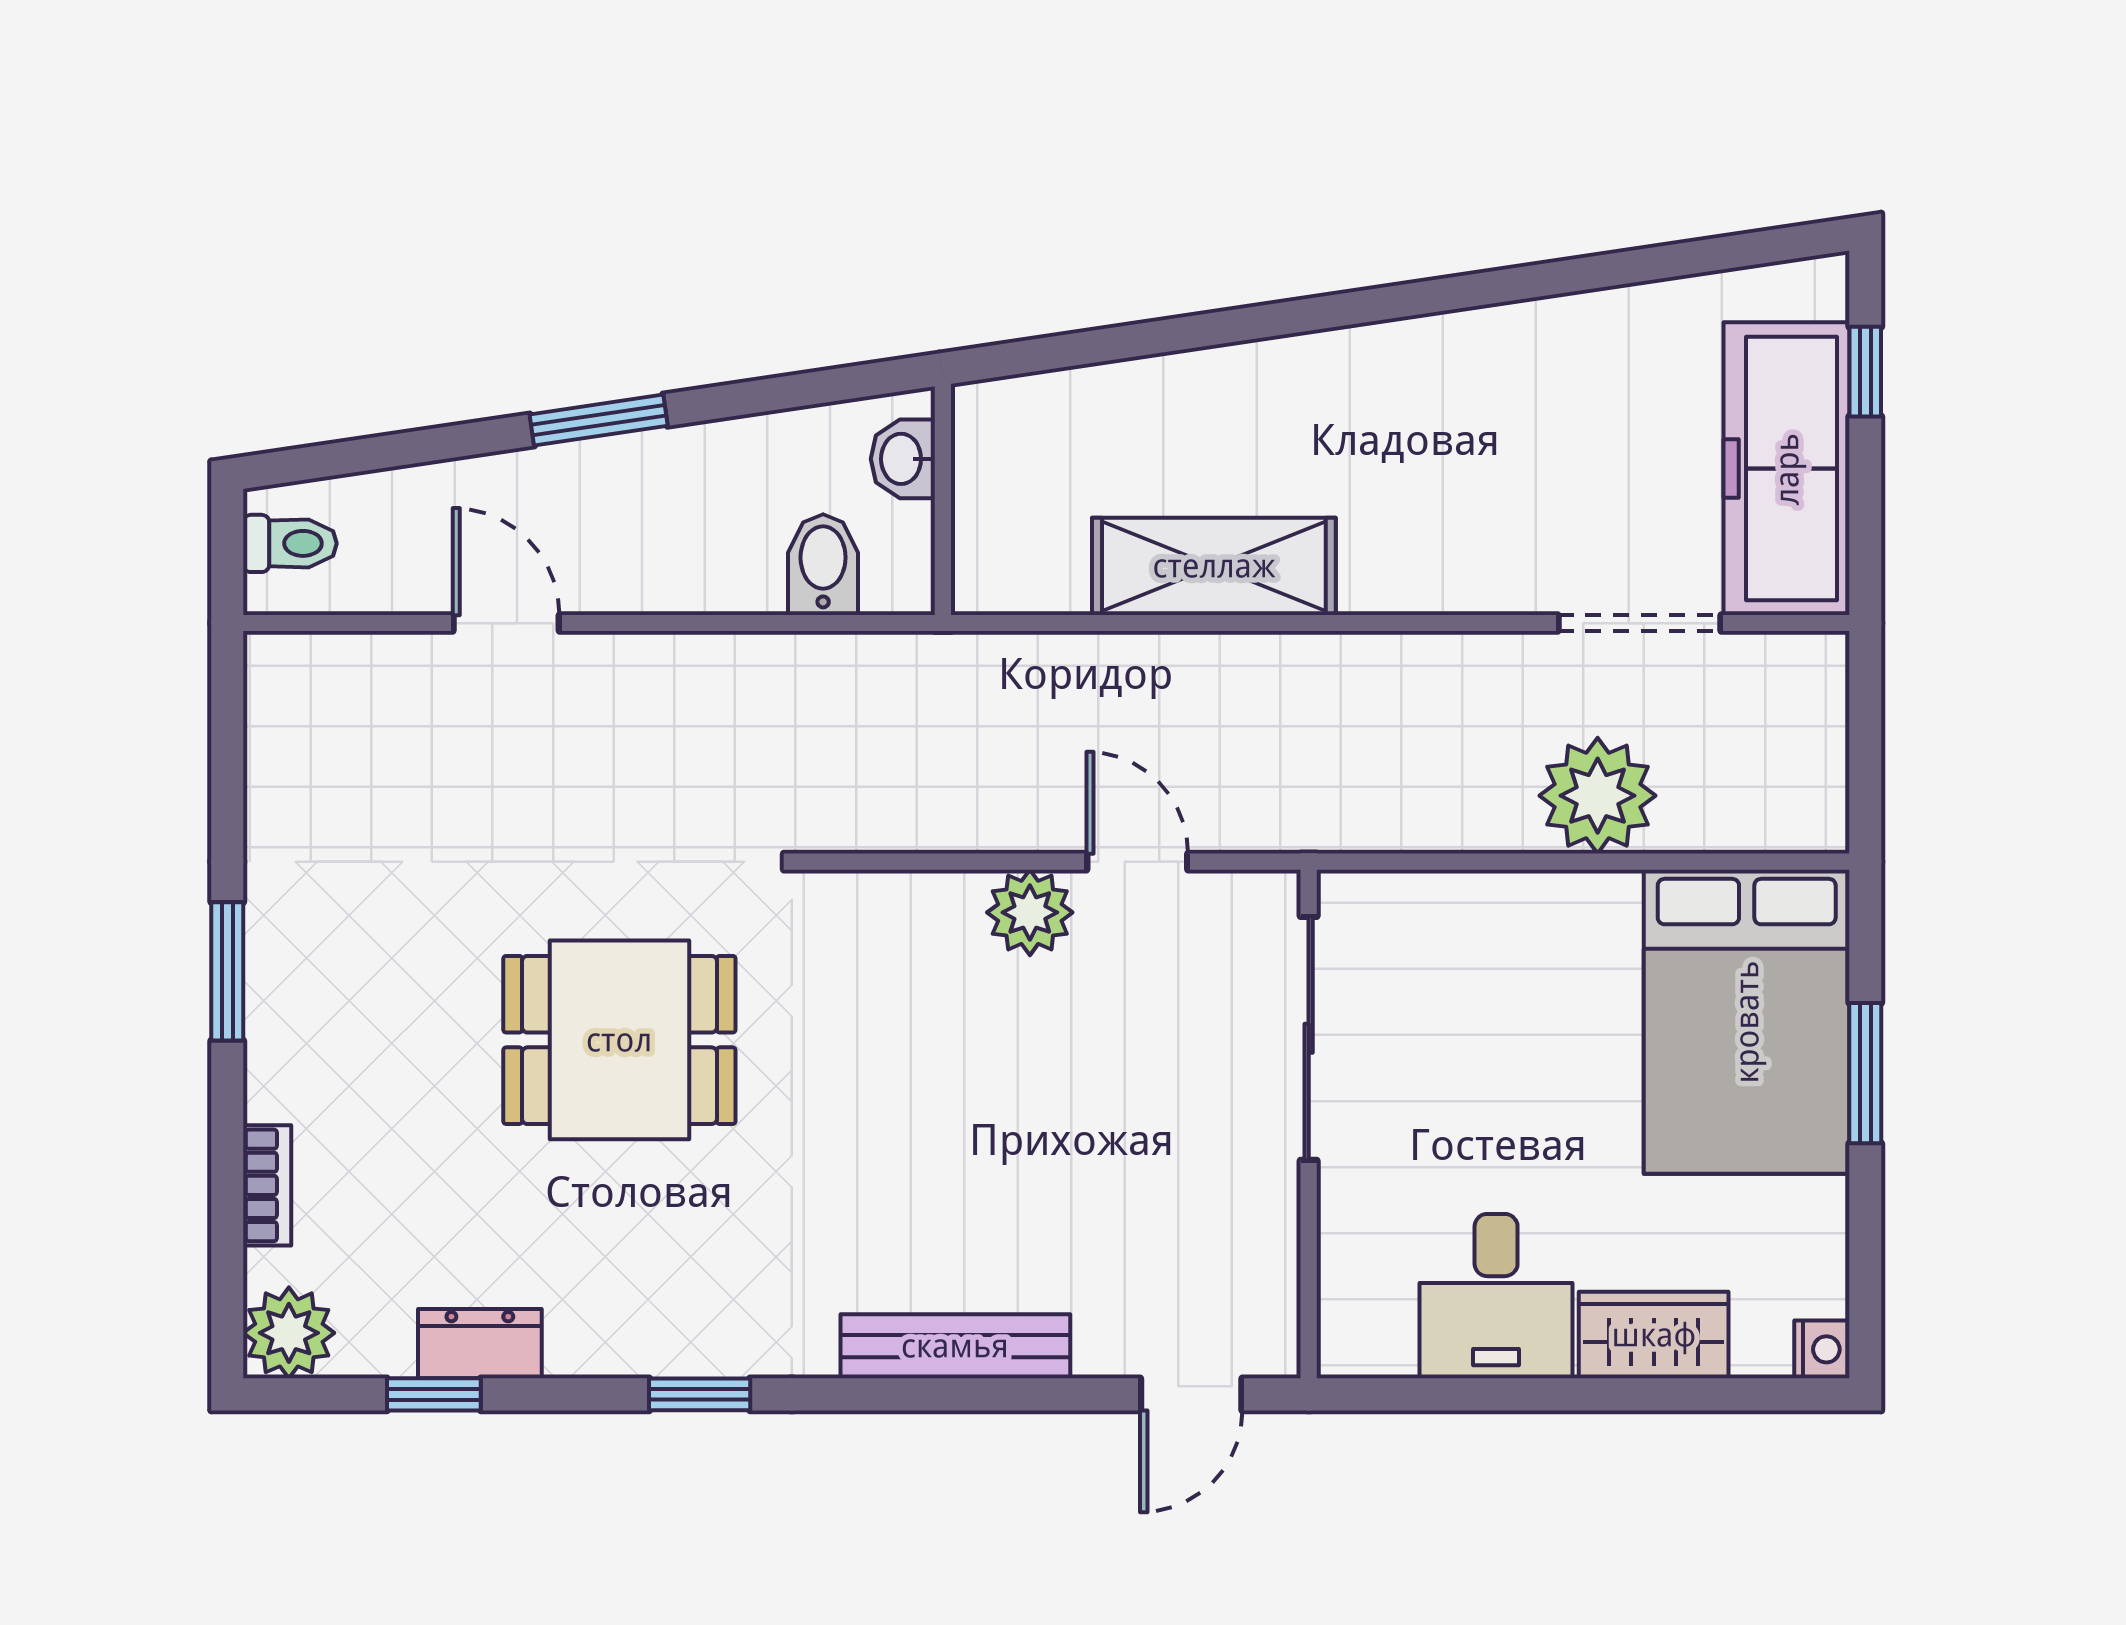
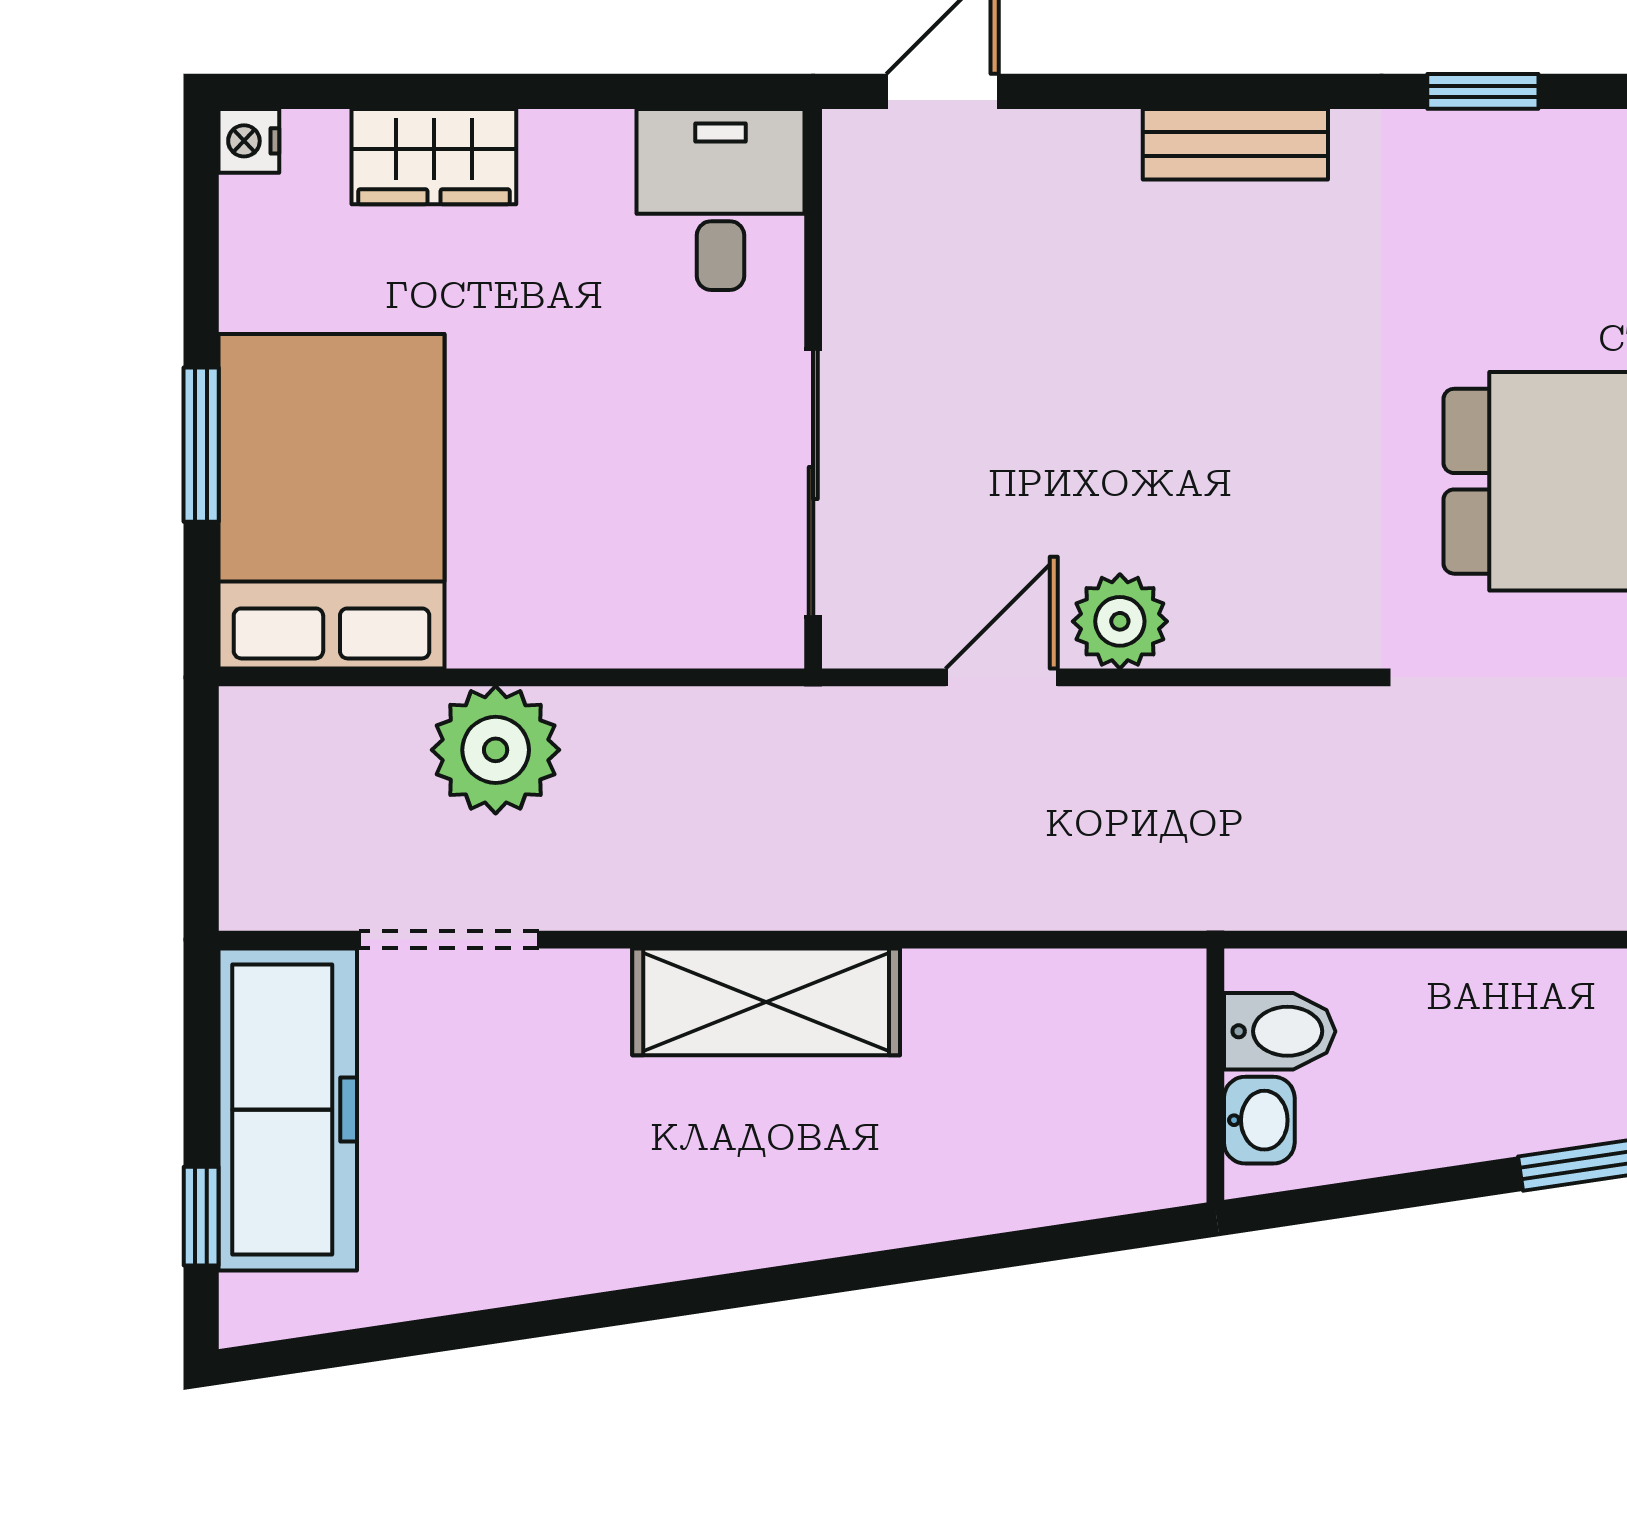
bidet: (823, 565) -> (1280, 1031), moved, turned -90
shelving: (1214, 566) -> (766, 1002), moved
door: (1137, 862) -> (1002, 677), swing flipped
desk: (1496, 1296) -> (720, 199), moved
bench: (955, 1346) -> (1235, 144), width x0.73

